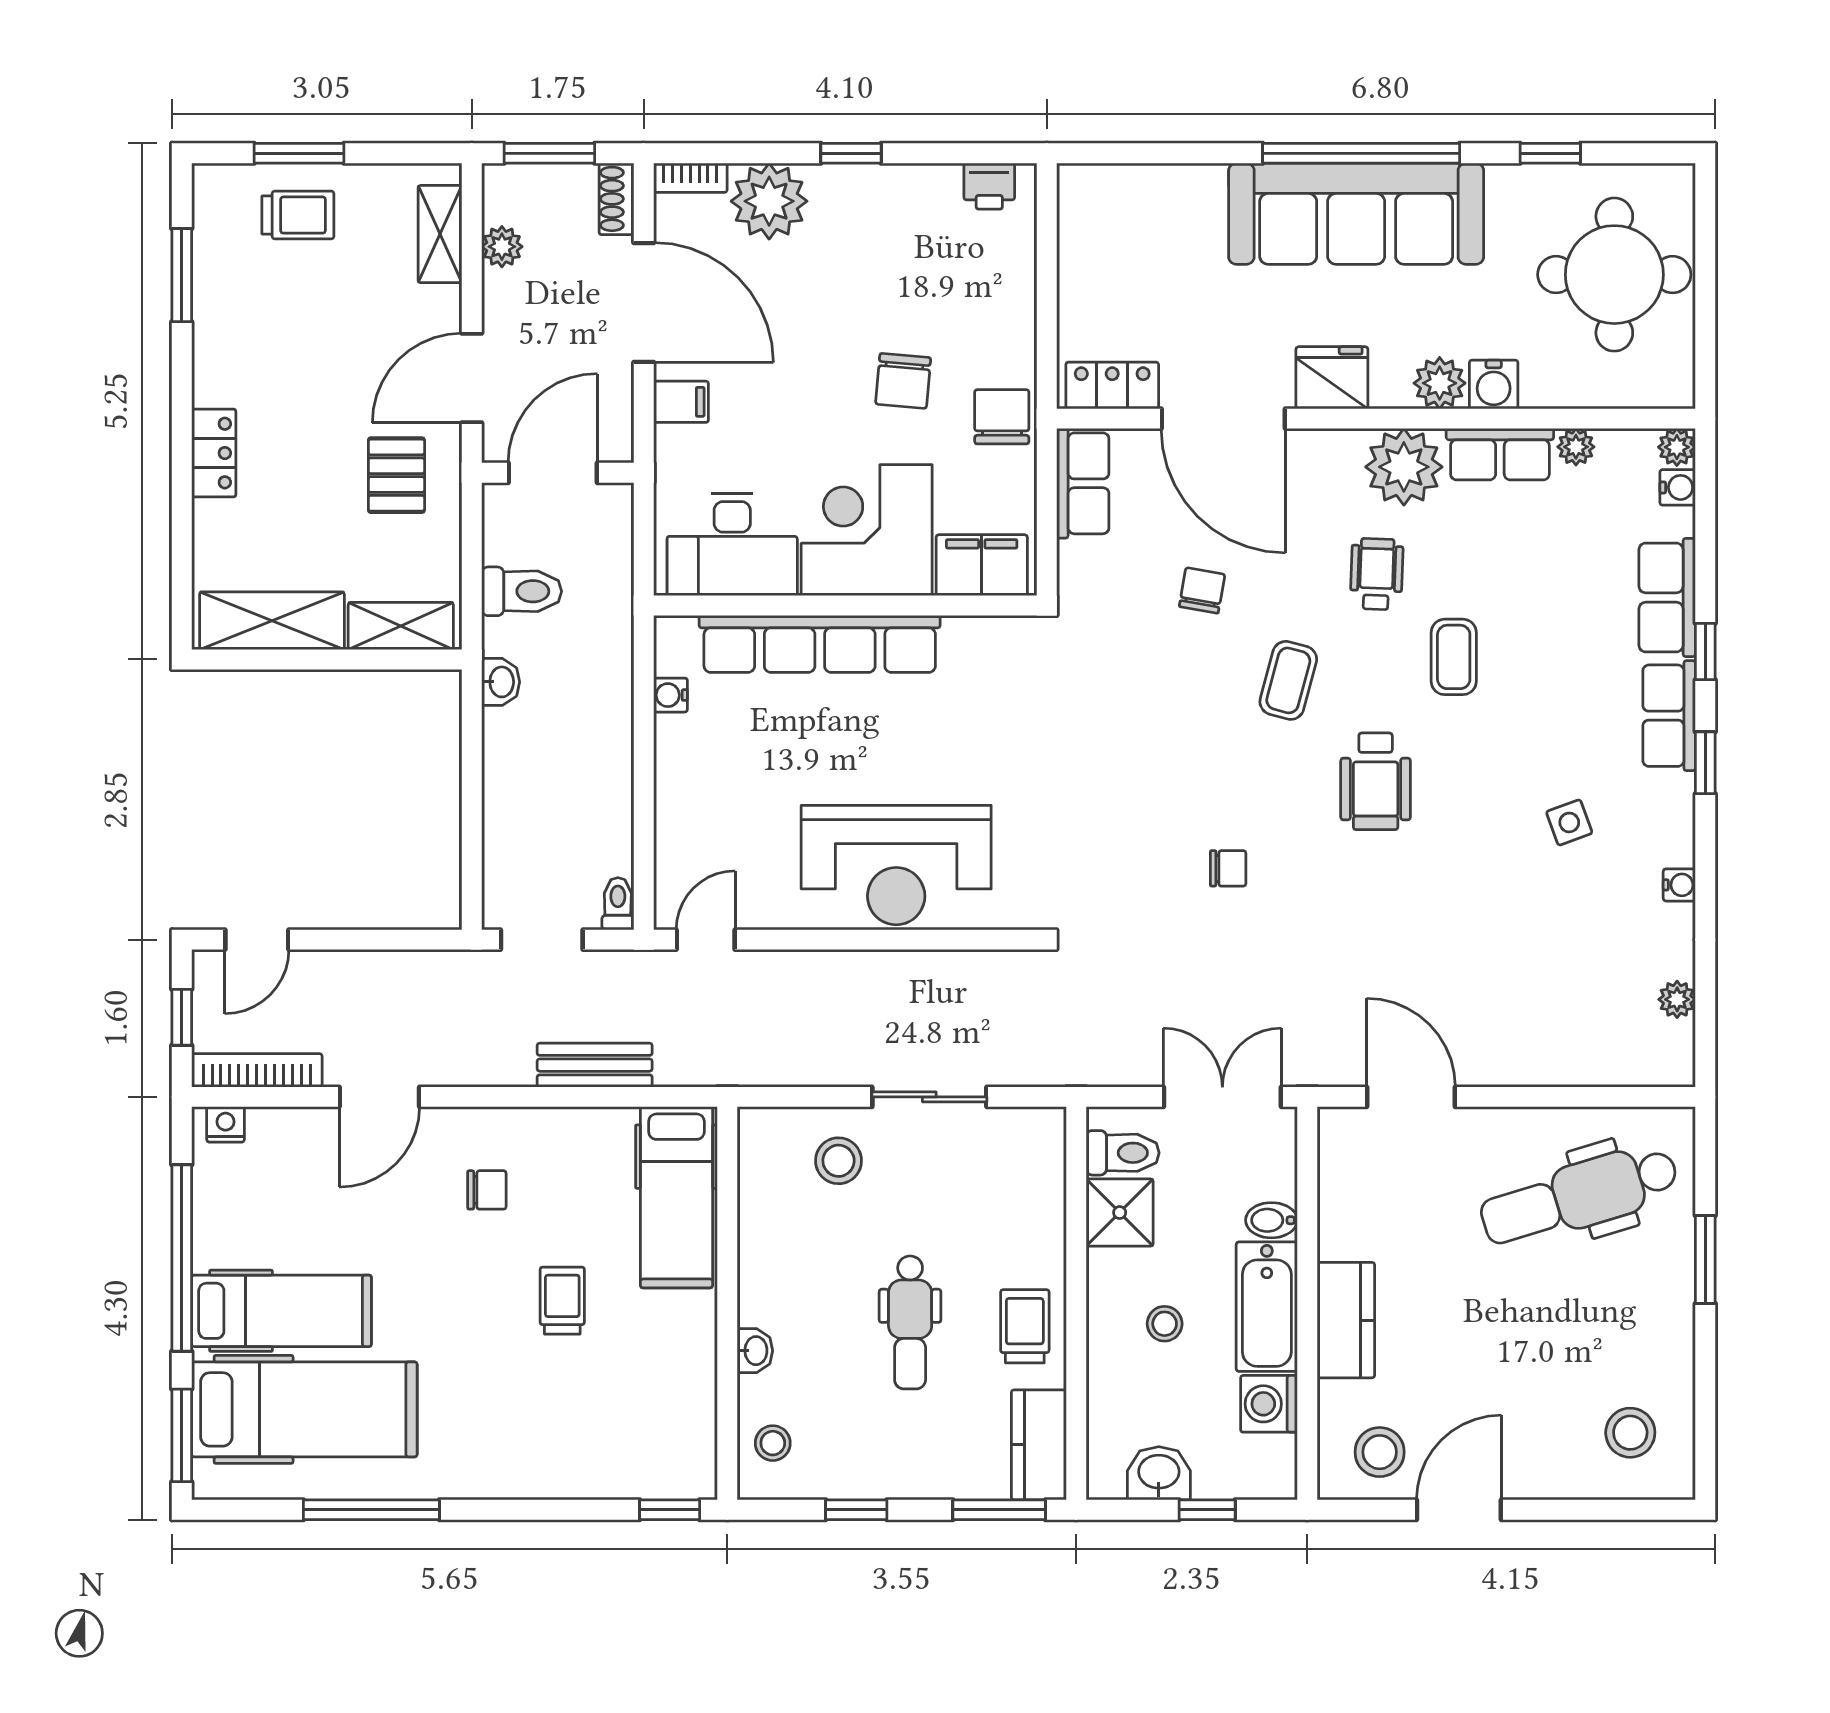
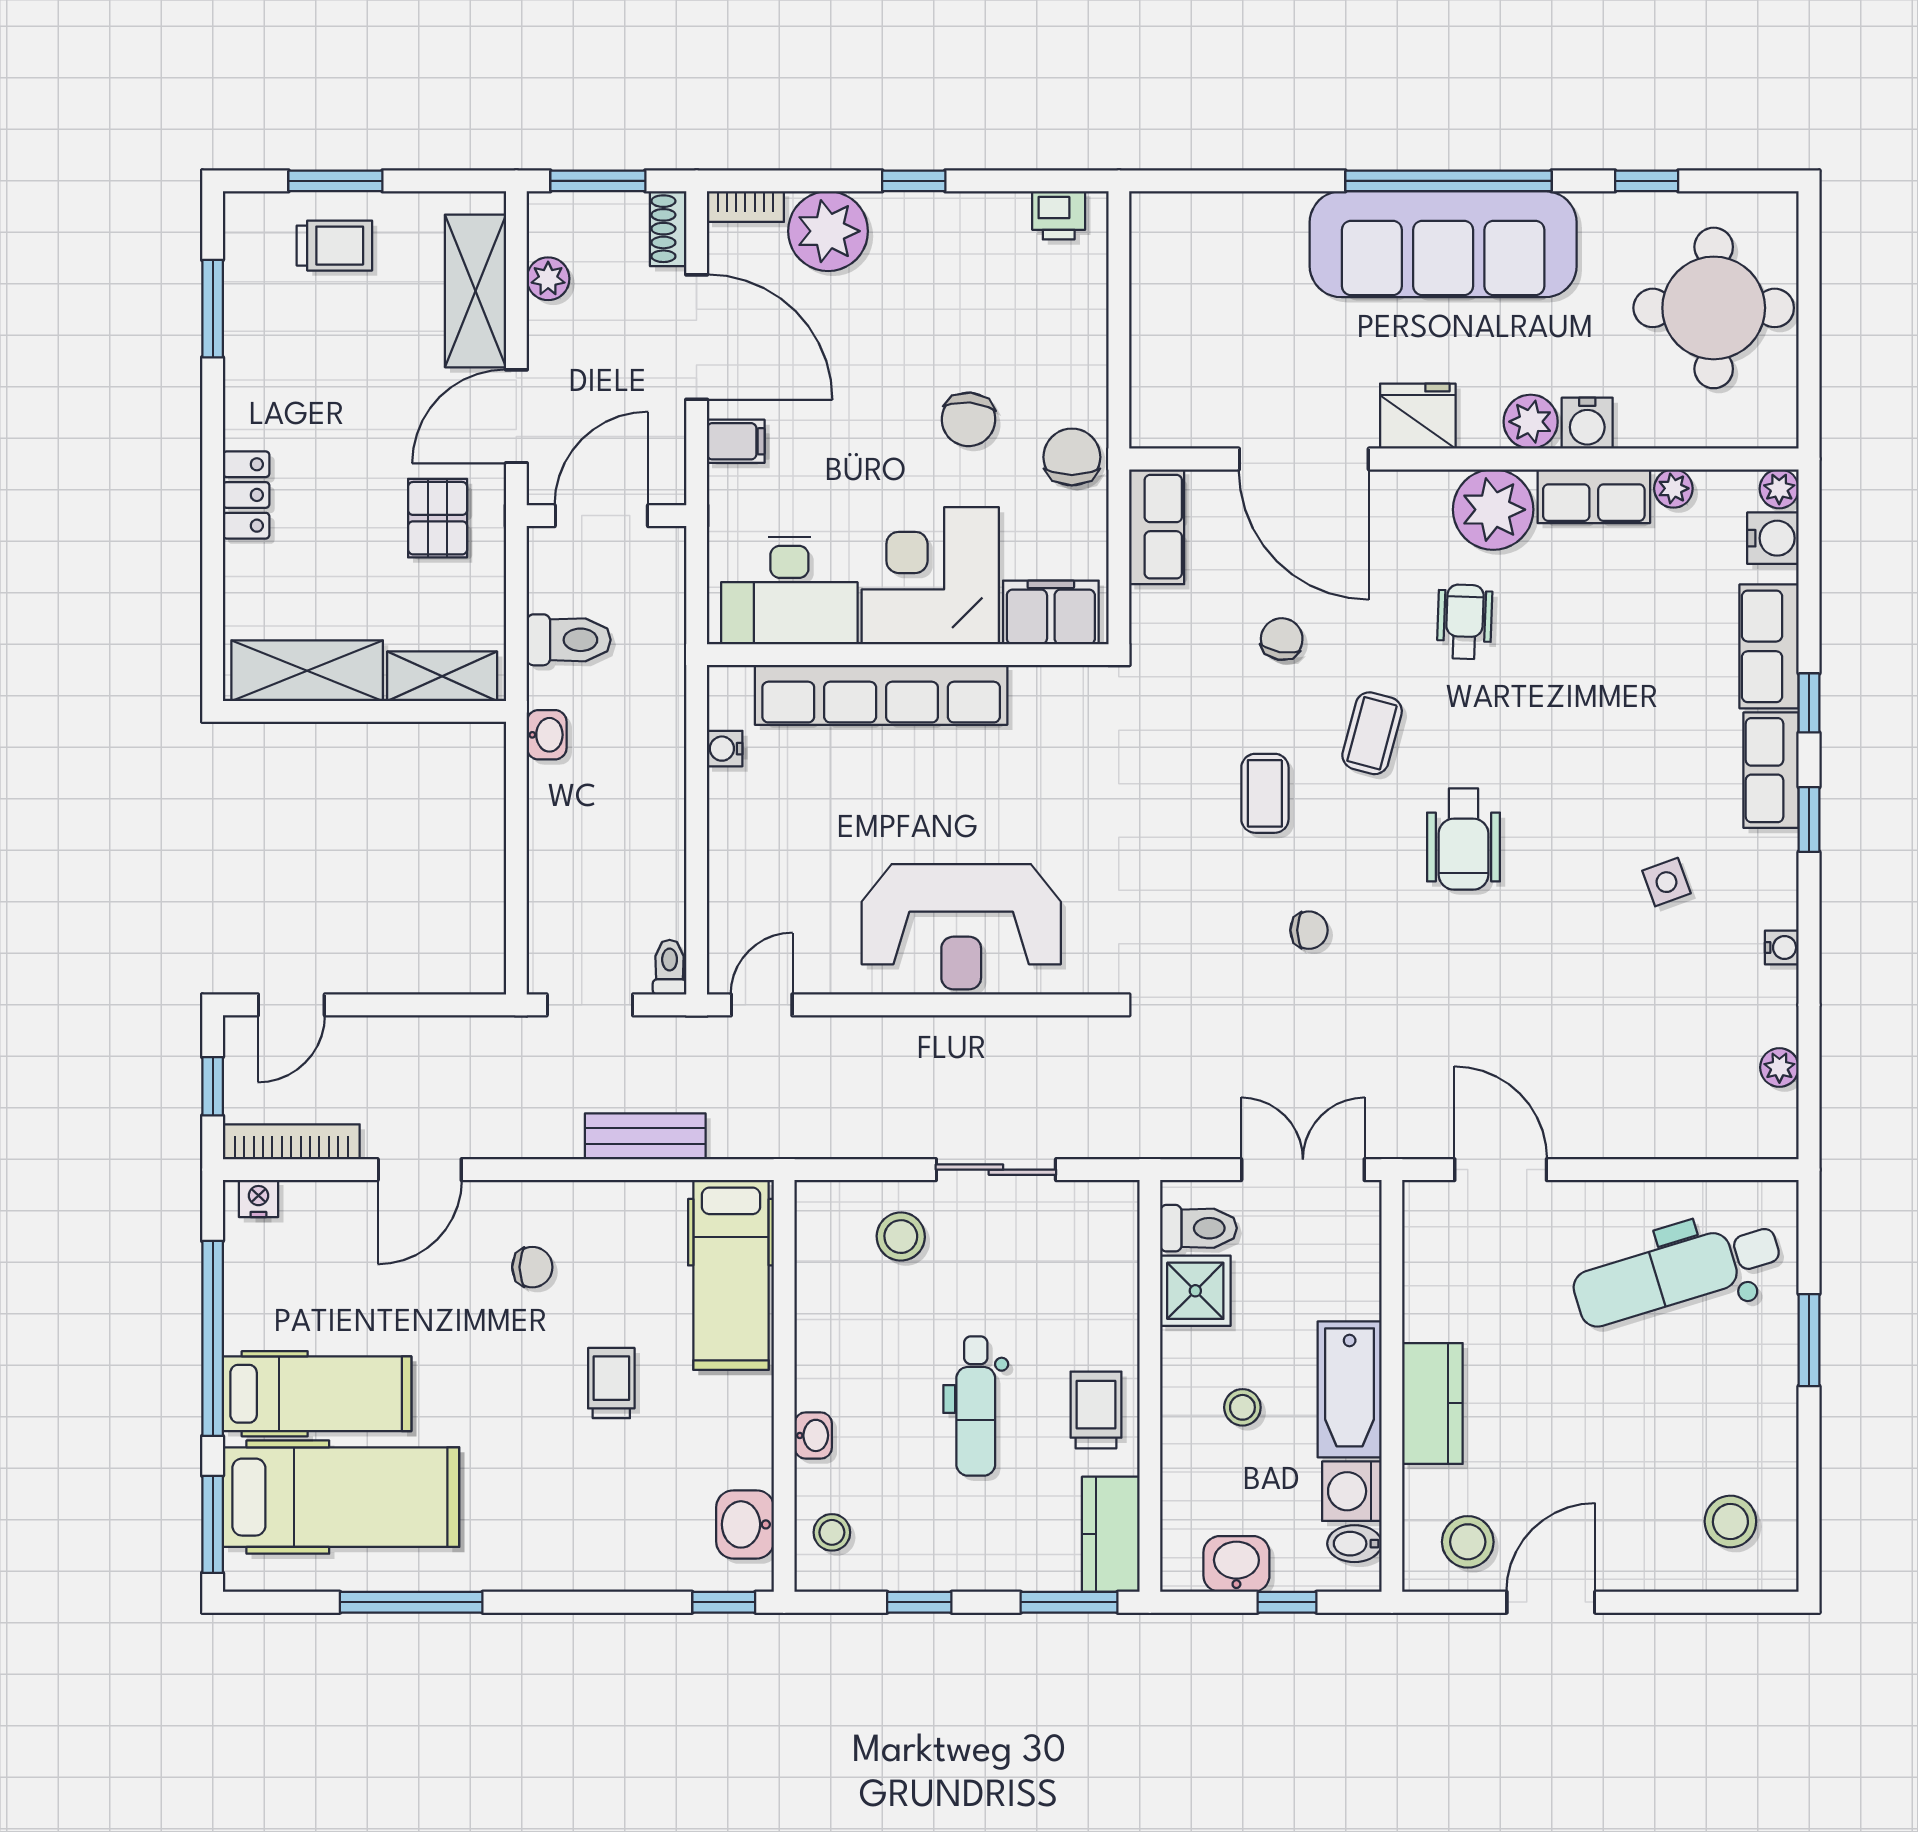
shelving: (440, 234) -> (476, 291), width x1.50, depth x1.33
locker: (1112, 385) -> (1188, 424), removed
water cooler: (1678, 487) -> (1773, 538), width x1.38, depth x1.38
coffee table: (1454, 657) -> (1265, 793), moved
bidet: (1271, 1220) -> (1354, 1544), moved
washbasin: (690, 1436) -> (745, 1524), added

